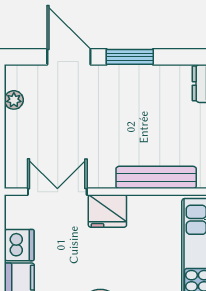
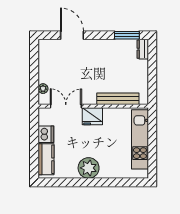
window: (130, 57) -> (127, 35), moved
plant: (14, 100) -> (43, 89), moved

